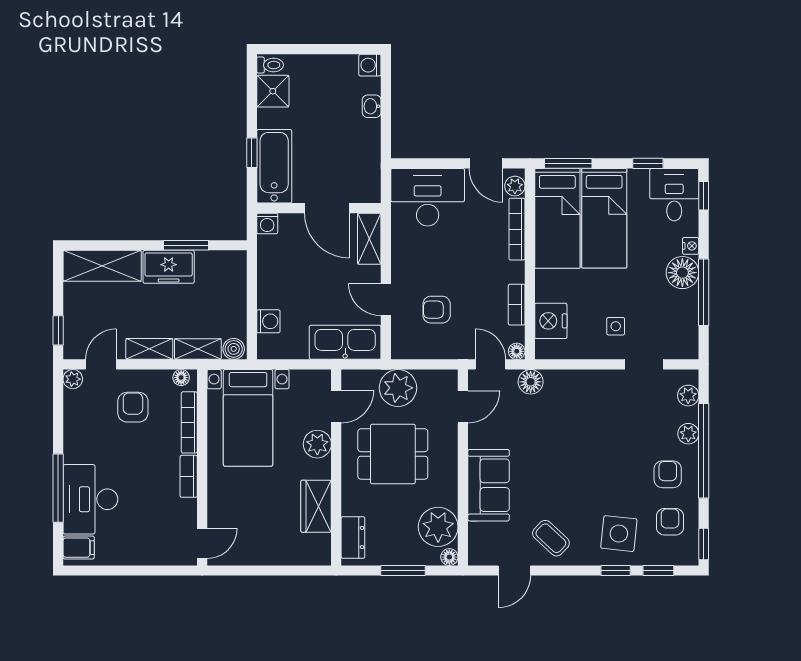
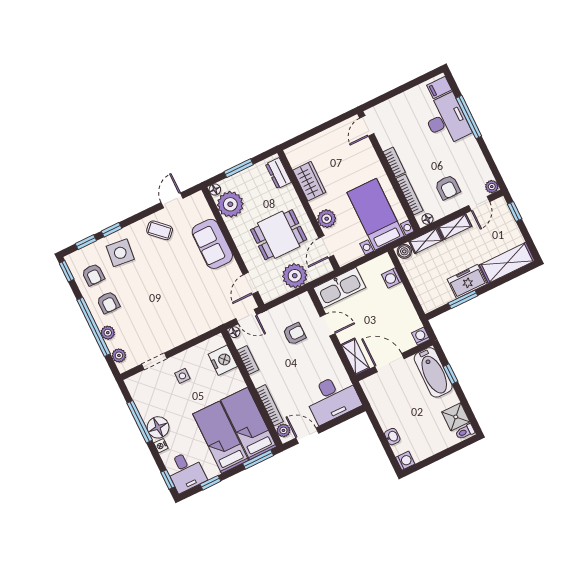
floor lamp: (531, 382) -> (217, 318), removed

